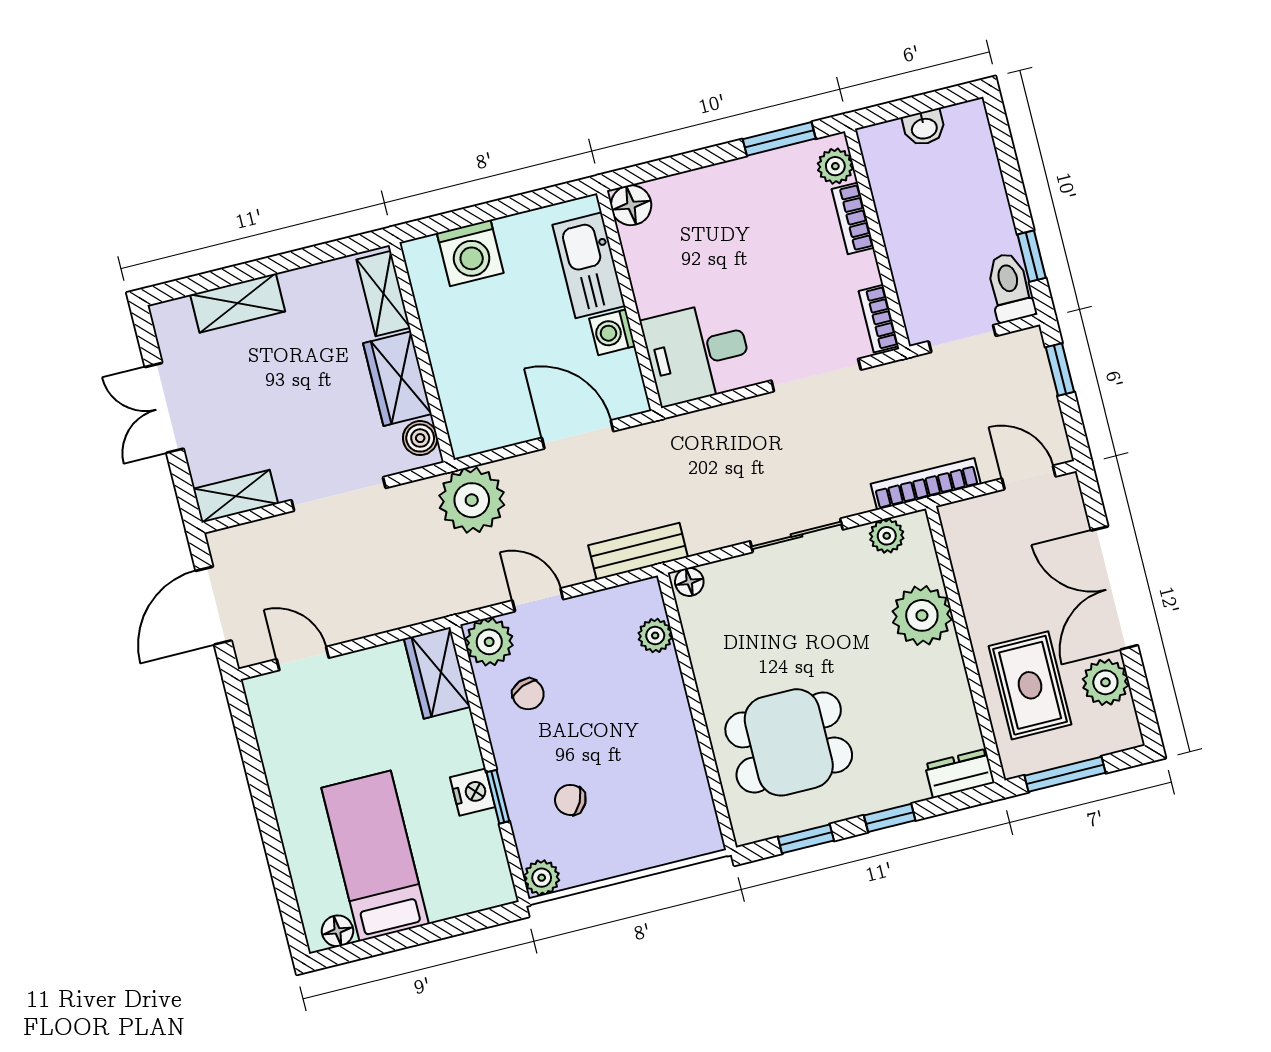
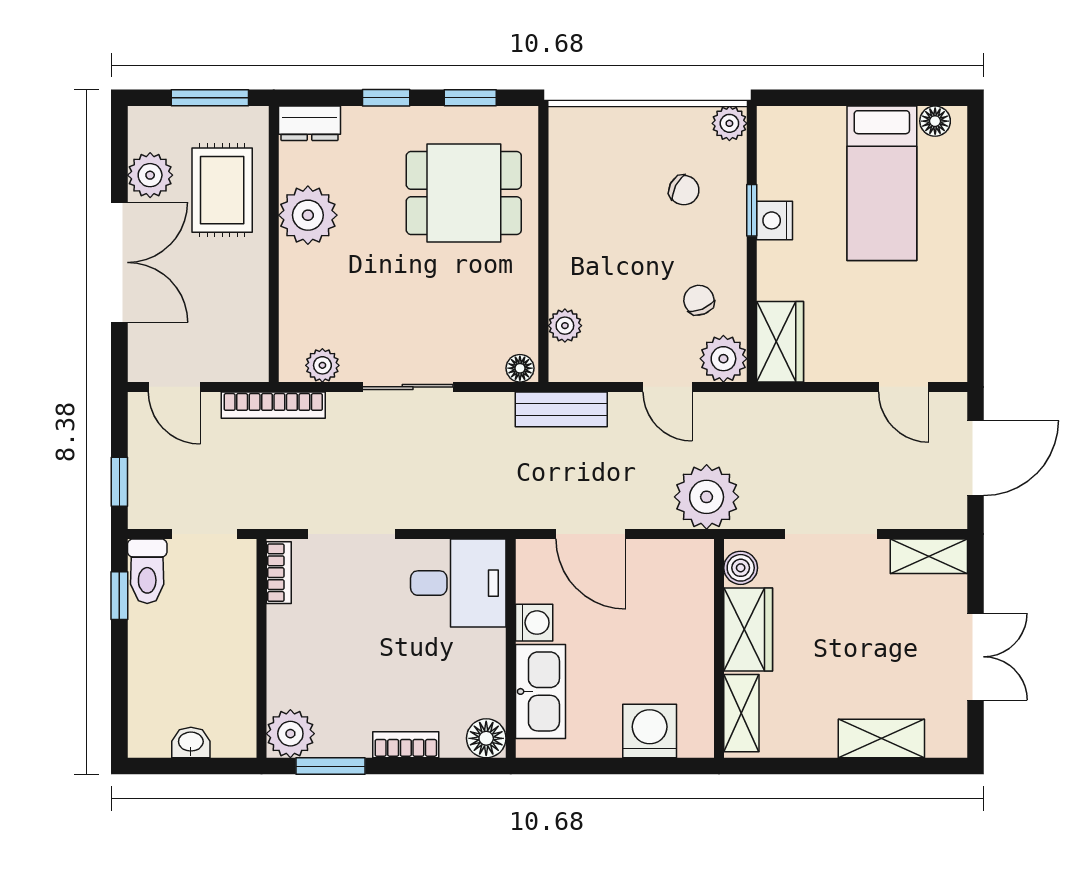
plant: (835, 166) -> (290, 734), width x1.38, depth x1.38
bookcase: (853, 218) -> (406, 745), moved, turned -90
plant: (922, 615) -> (308, 215), moved

